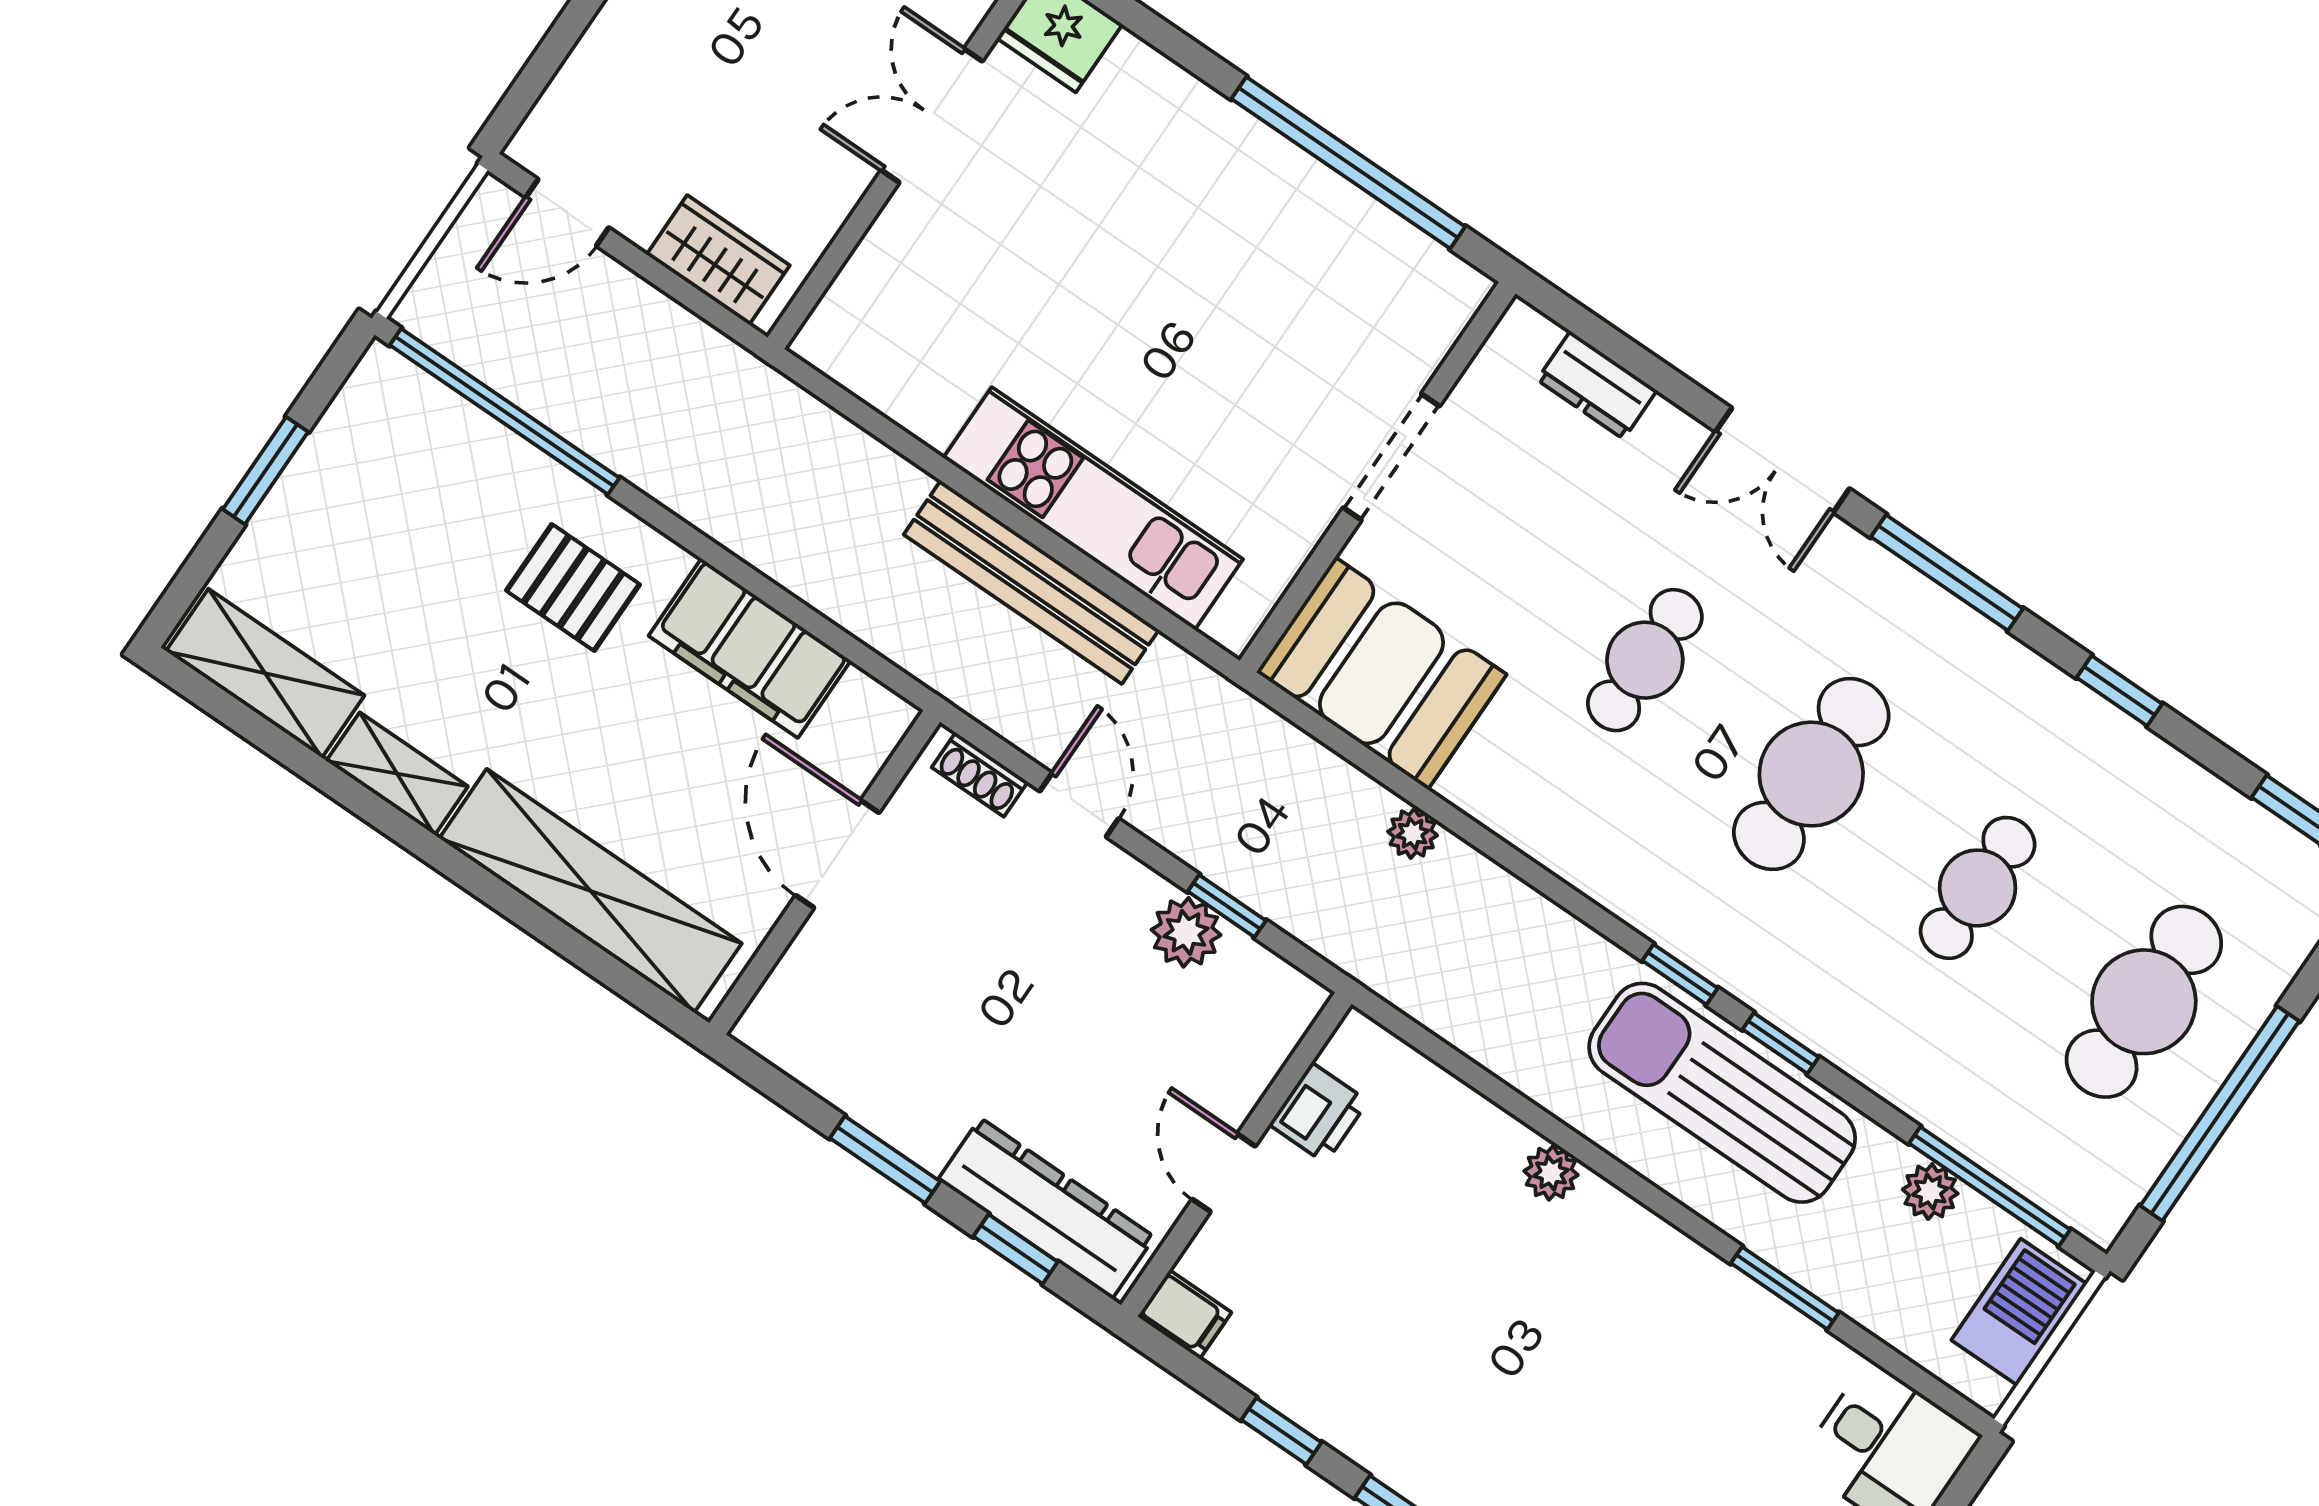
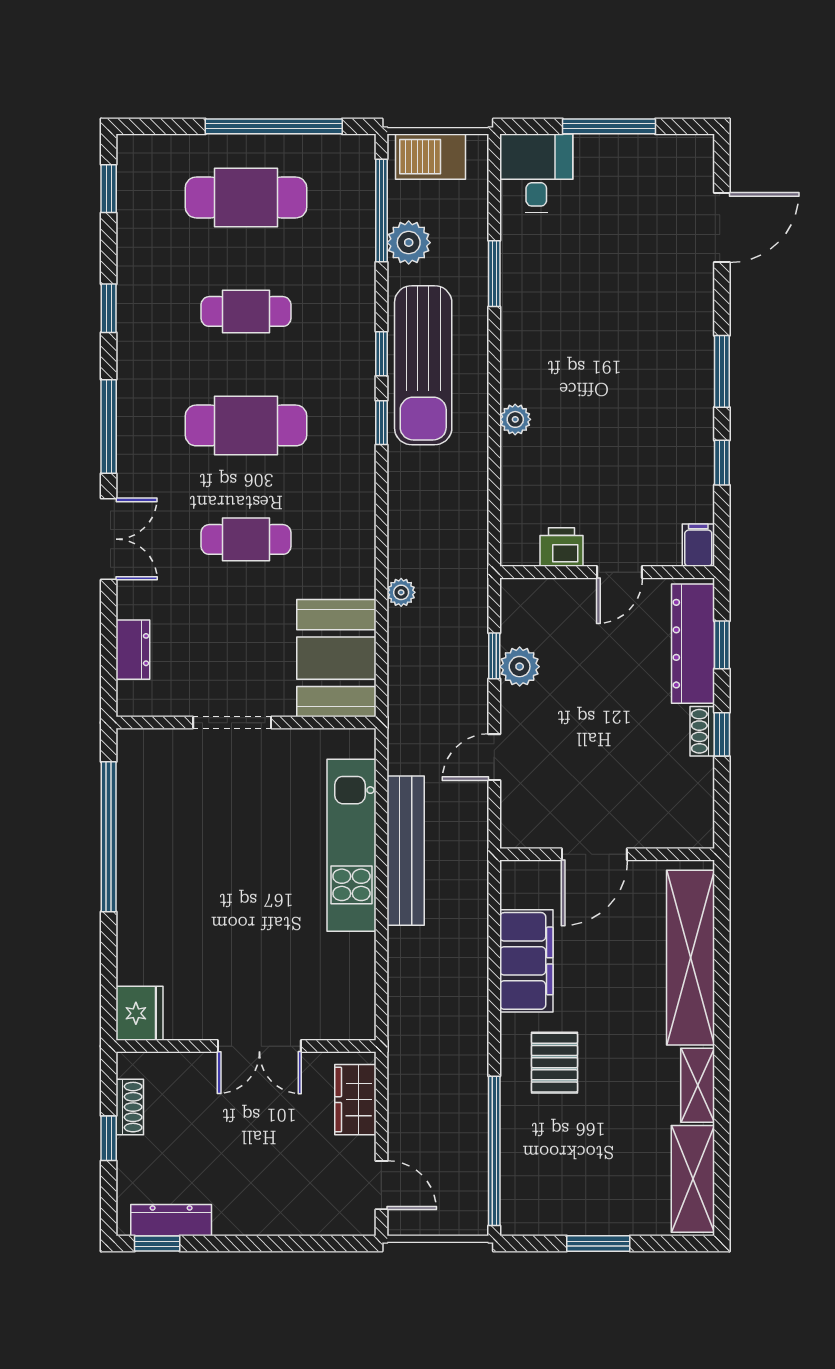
double door: (932, 116) -> (259, 1046), moved
shoe rack: (980, 775) -> (702, 731), moved, turned 180
window: (885, 1160) -> (722, 734), width x0.67
plant: (1930, 1192) -> (409, 243), width x1.38, depth x1.38

